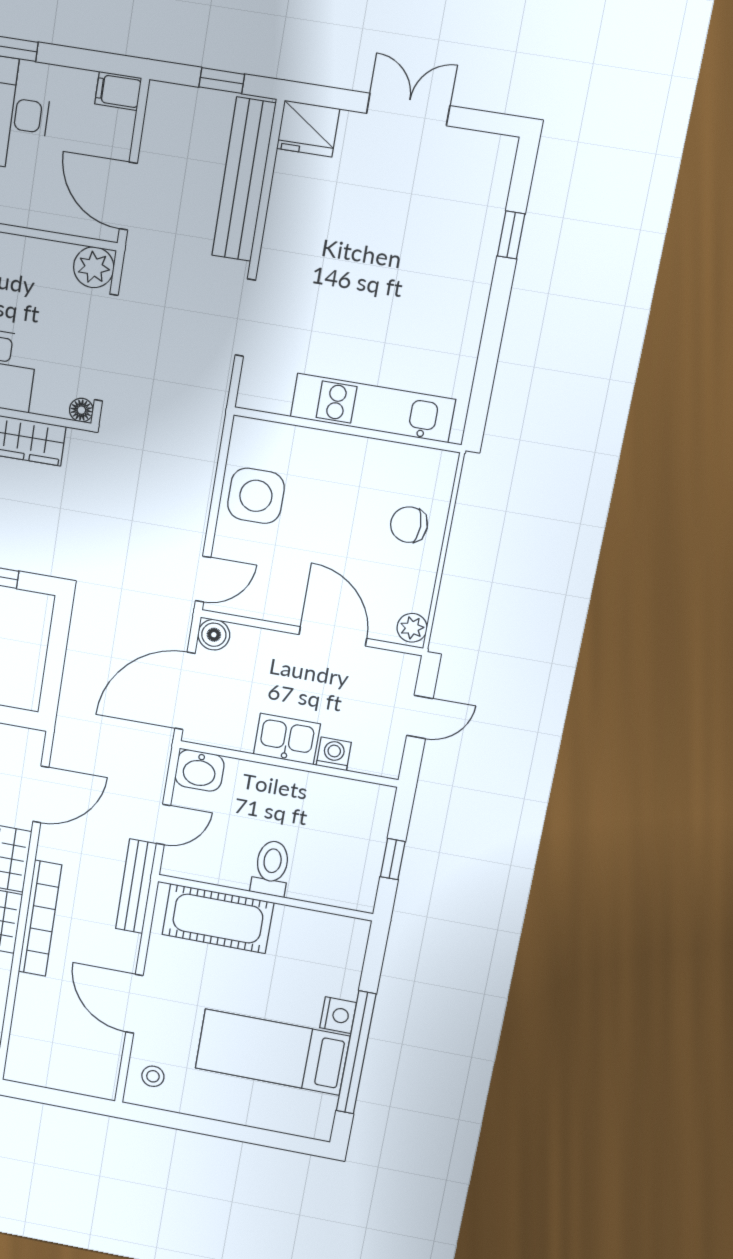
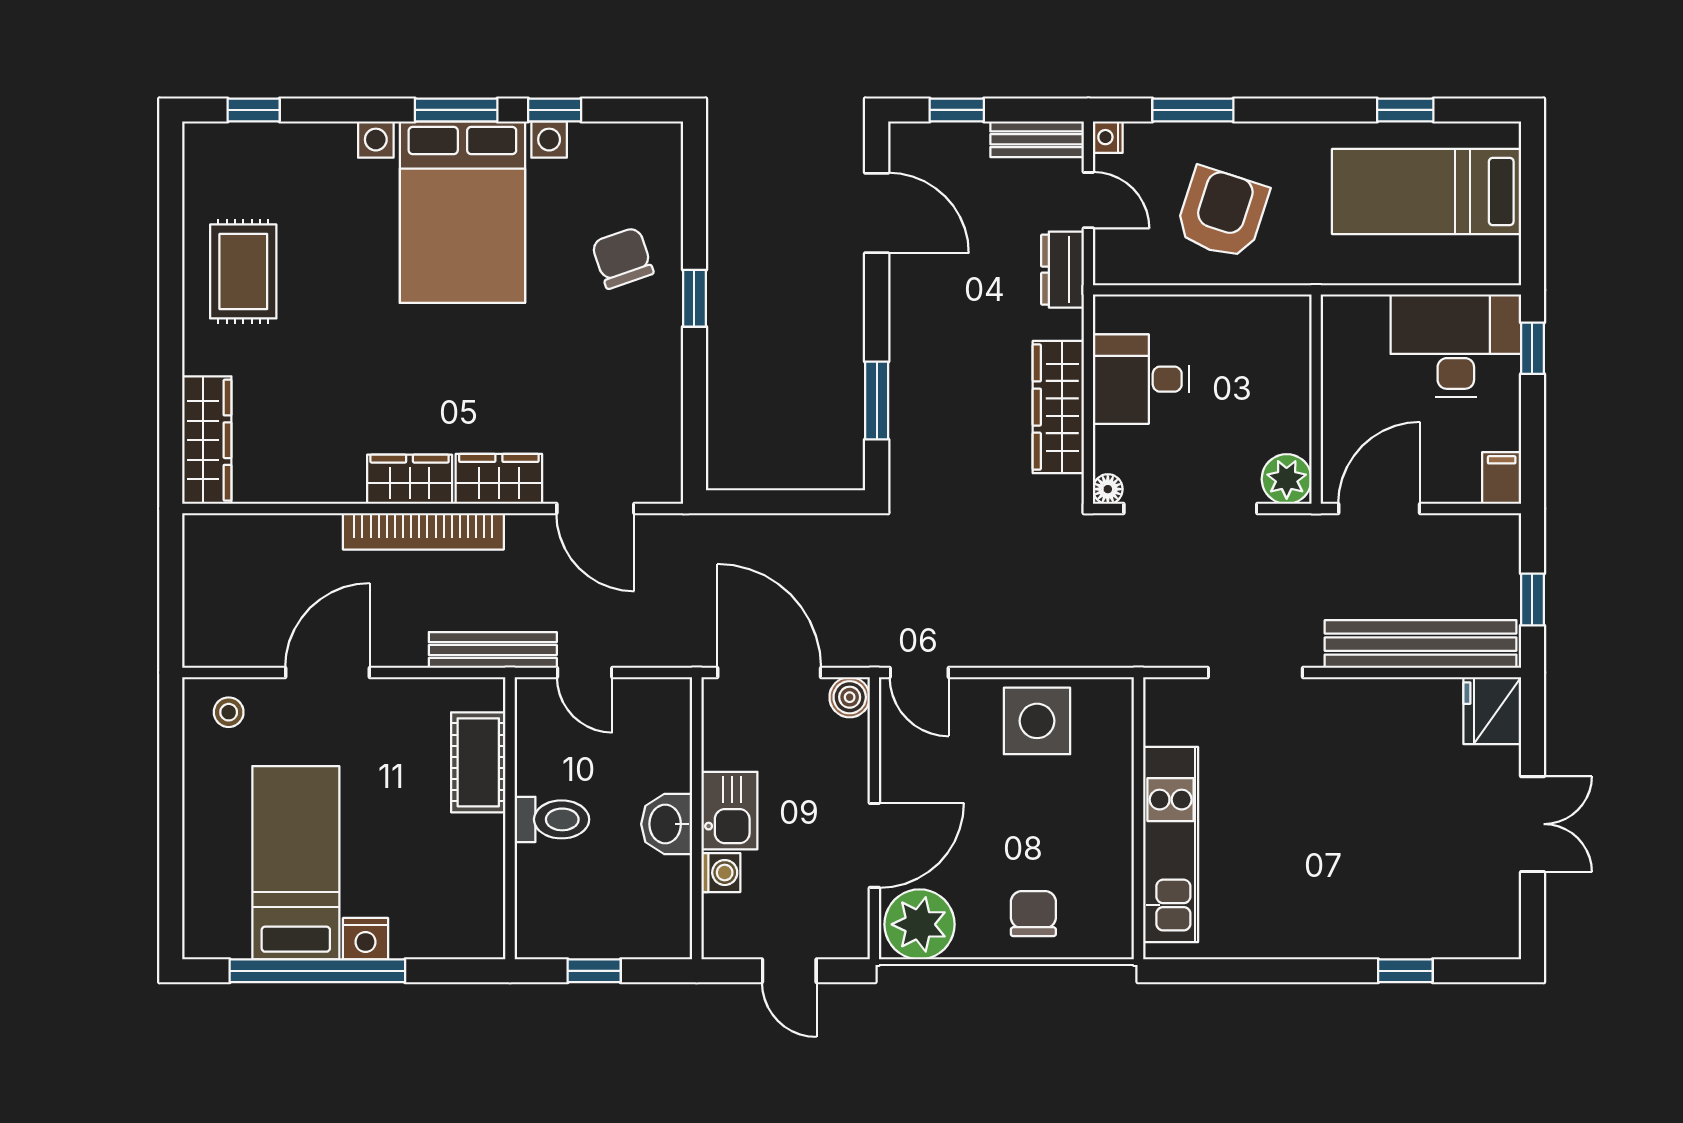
plant: (412, 628) -> (920, 924), width x1.87, depth x1.87
washbasin: (199, 770) -> (667, 824), moved
cot: (218, 919) -> (478, 762), width x0.73, depth x0.75

